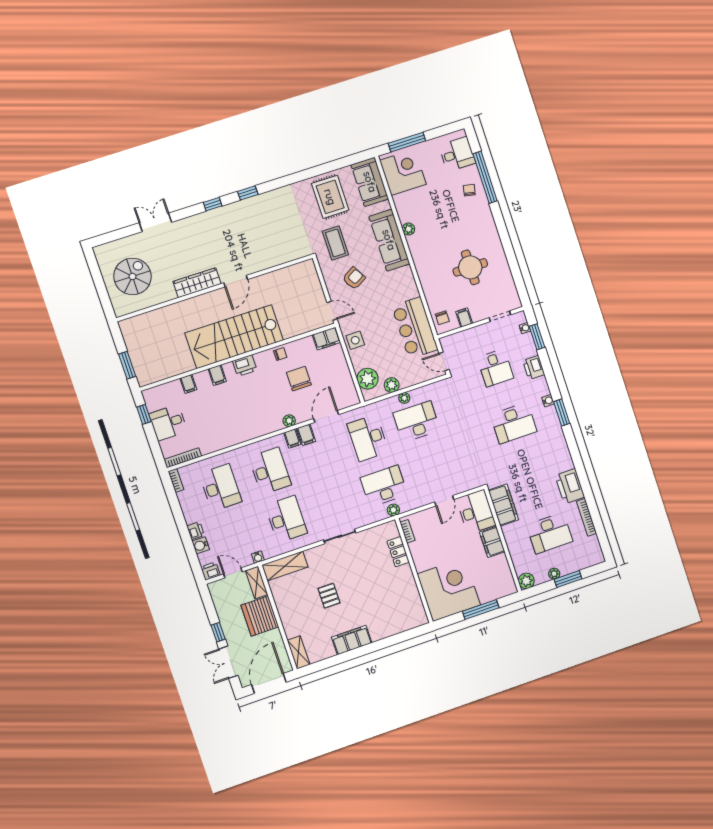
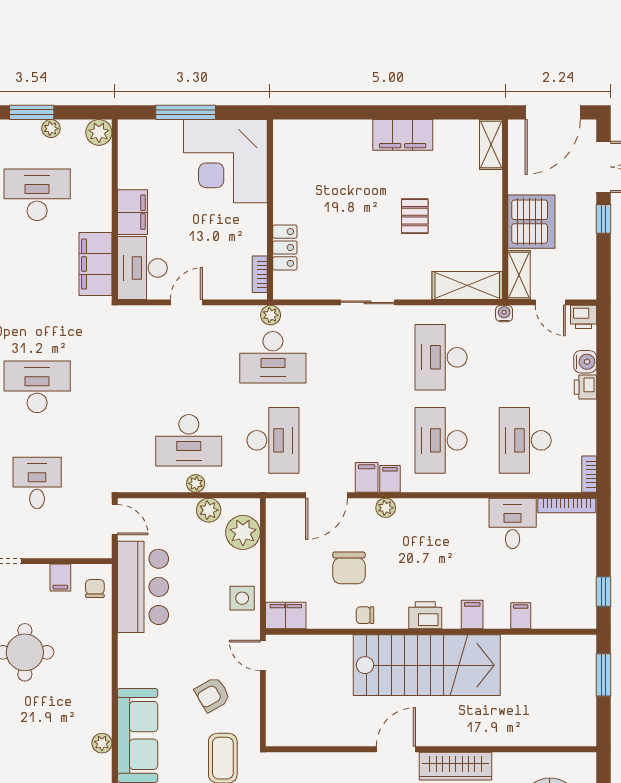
desk: (168, 423) -> (513, 523), moved, turned -90

